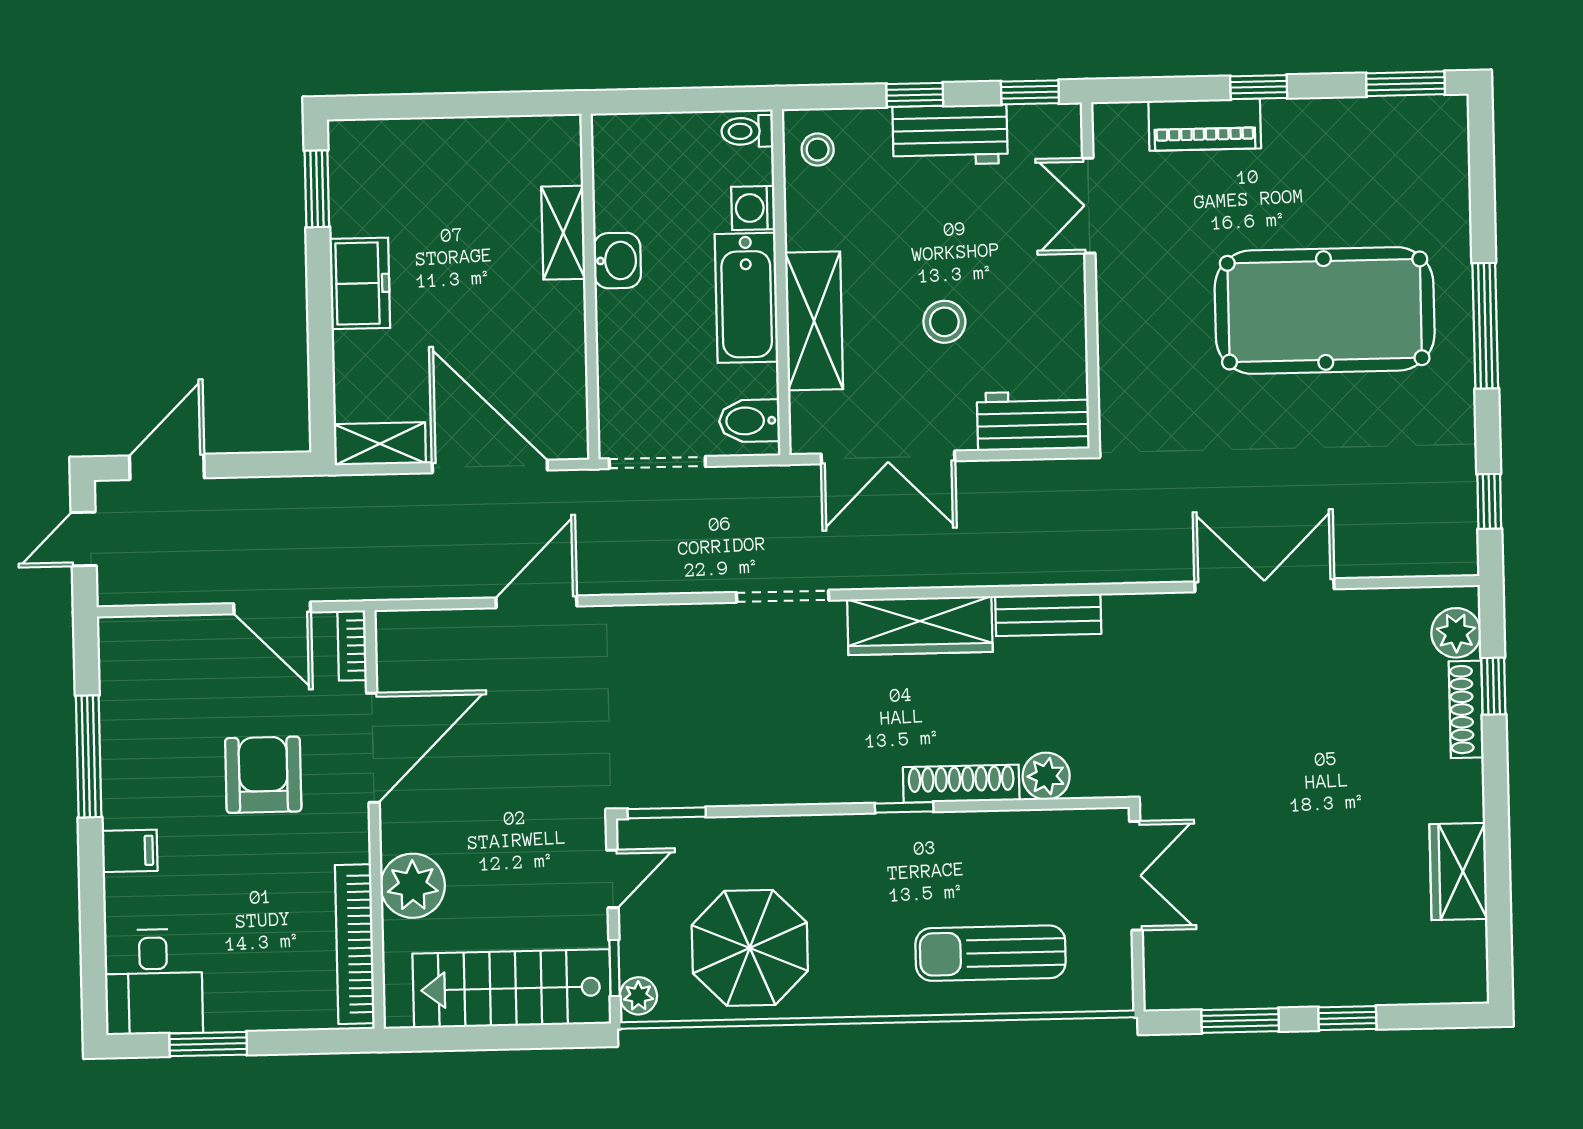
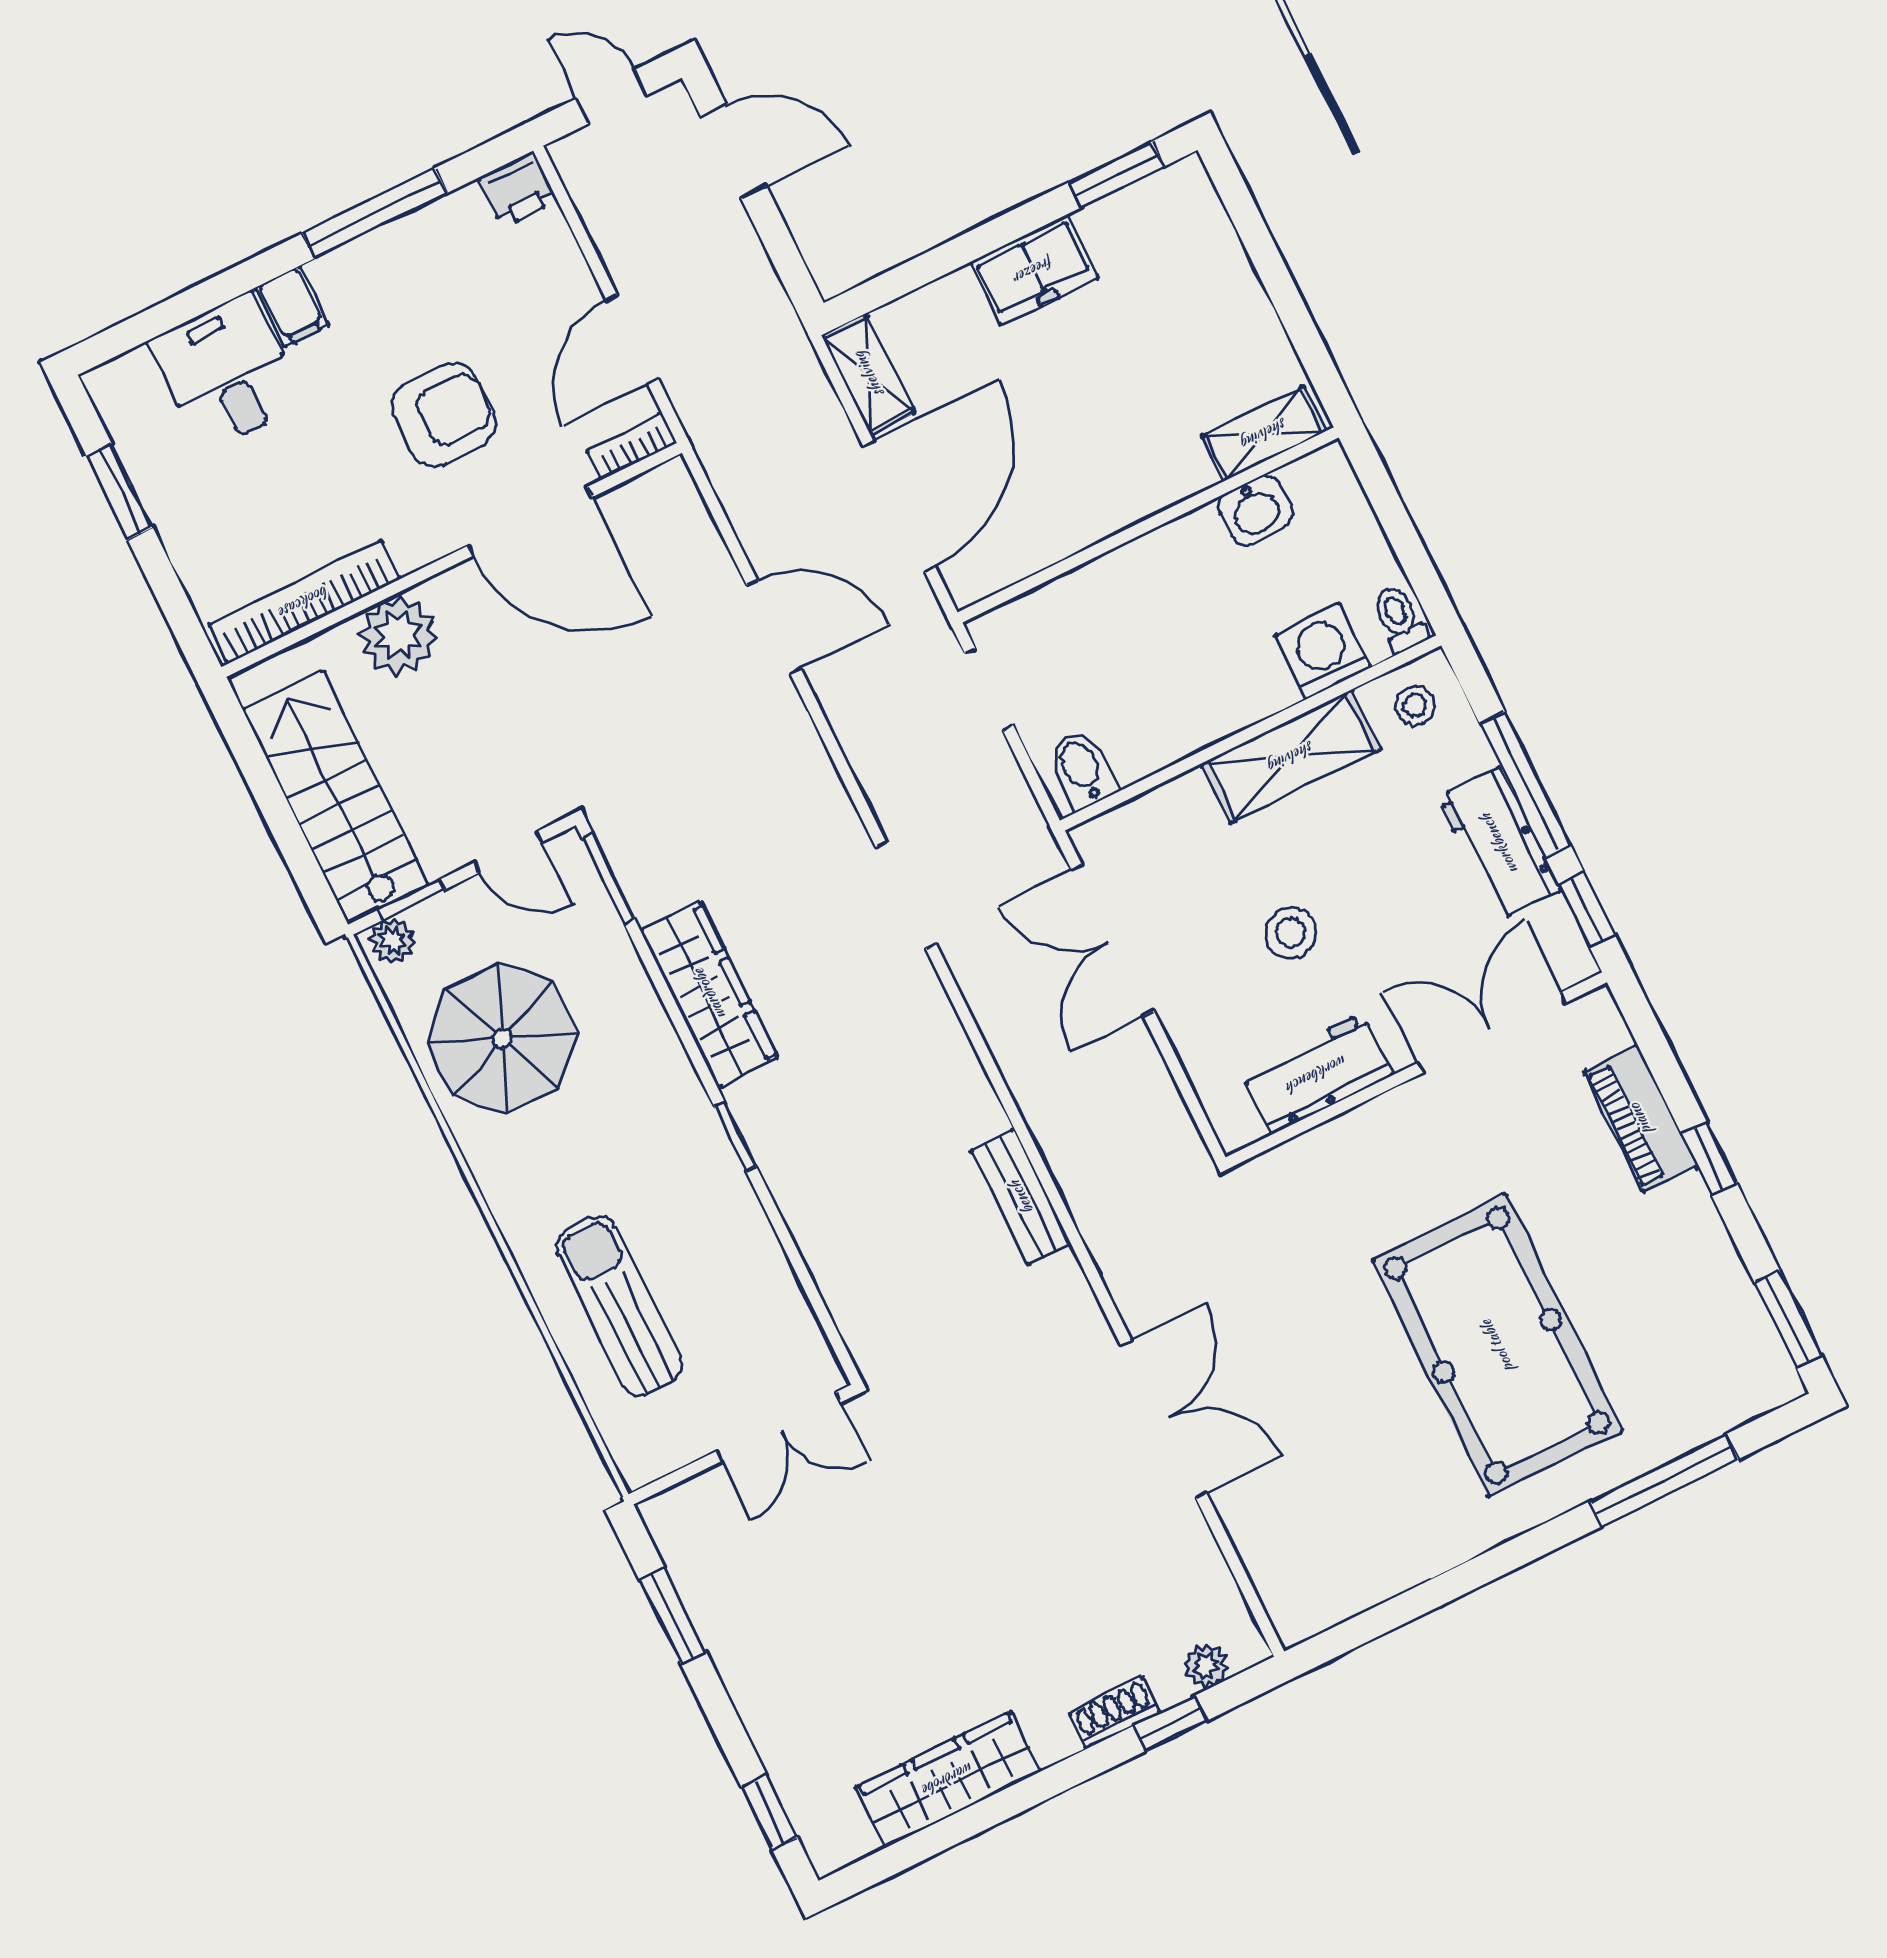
window: (915, 95) -> (1525, 784), width x2.17
double door: (1089, 206) -> (1492, 1033), width x1.37
washing machine: (753, 208) -> (1323, 651), width x1.38, depth x1.38
shelving: (563, 233) -> (1264, 434), moved
washbasin: (617, 261) -> (1255, 510), moved
bathtub: (746, 298) -> (1216, 703), removed
shelving: (814, 321) -> (1291, 757), moved
window: (1485, 326) -> (1664, 1480), moved
workbench: (1033, 421) -> (1317, 1074), moved, turned -90
doorway: (657, 463) -> (989, 689), width x0.73
window: (1489, 501) -> (1371, 1624), removed
wardrobe: (920, 626) -> (709, 994), moved, turned 180
plant: (1456, 633) -> (1206, 1666), width x0.73, depth x0.73
printer: (121, 641) -> (518, 189), added
shoe rack: (1466, 709) -> (1115, 1713), width x0.70
plant: (1046, 776) -> (842, 1277), removed
shoe rack: (961, 784) -> (791, 1187), removed
wardrobe: (1458, 872) -> (948, 1779), width x1.50
desk: (154, 982) -> (226, 372), moved, turned 90
window: (1347, 1018) -> (769, 1812), moved

